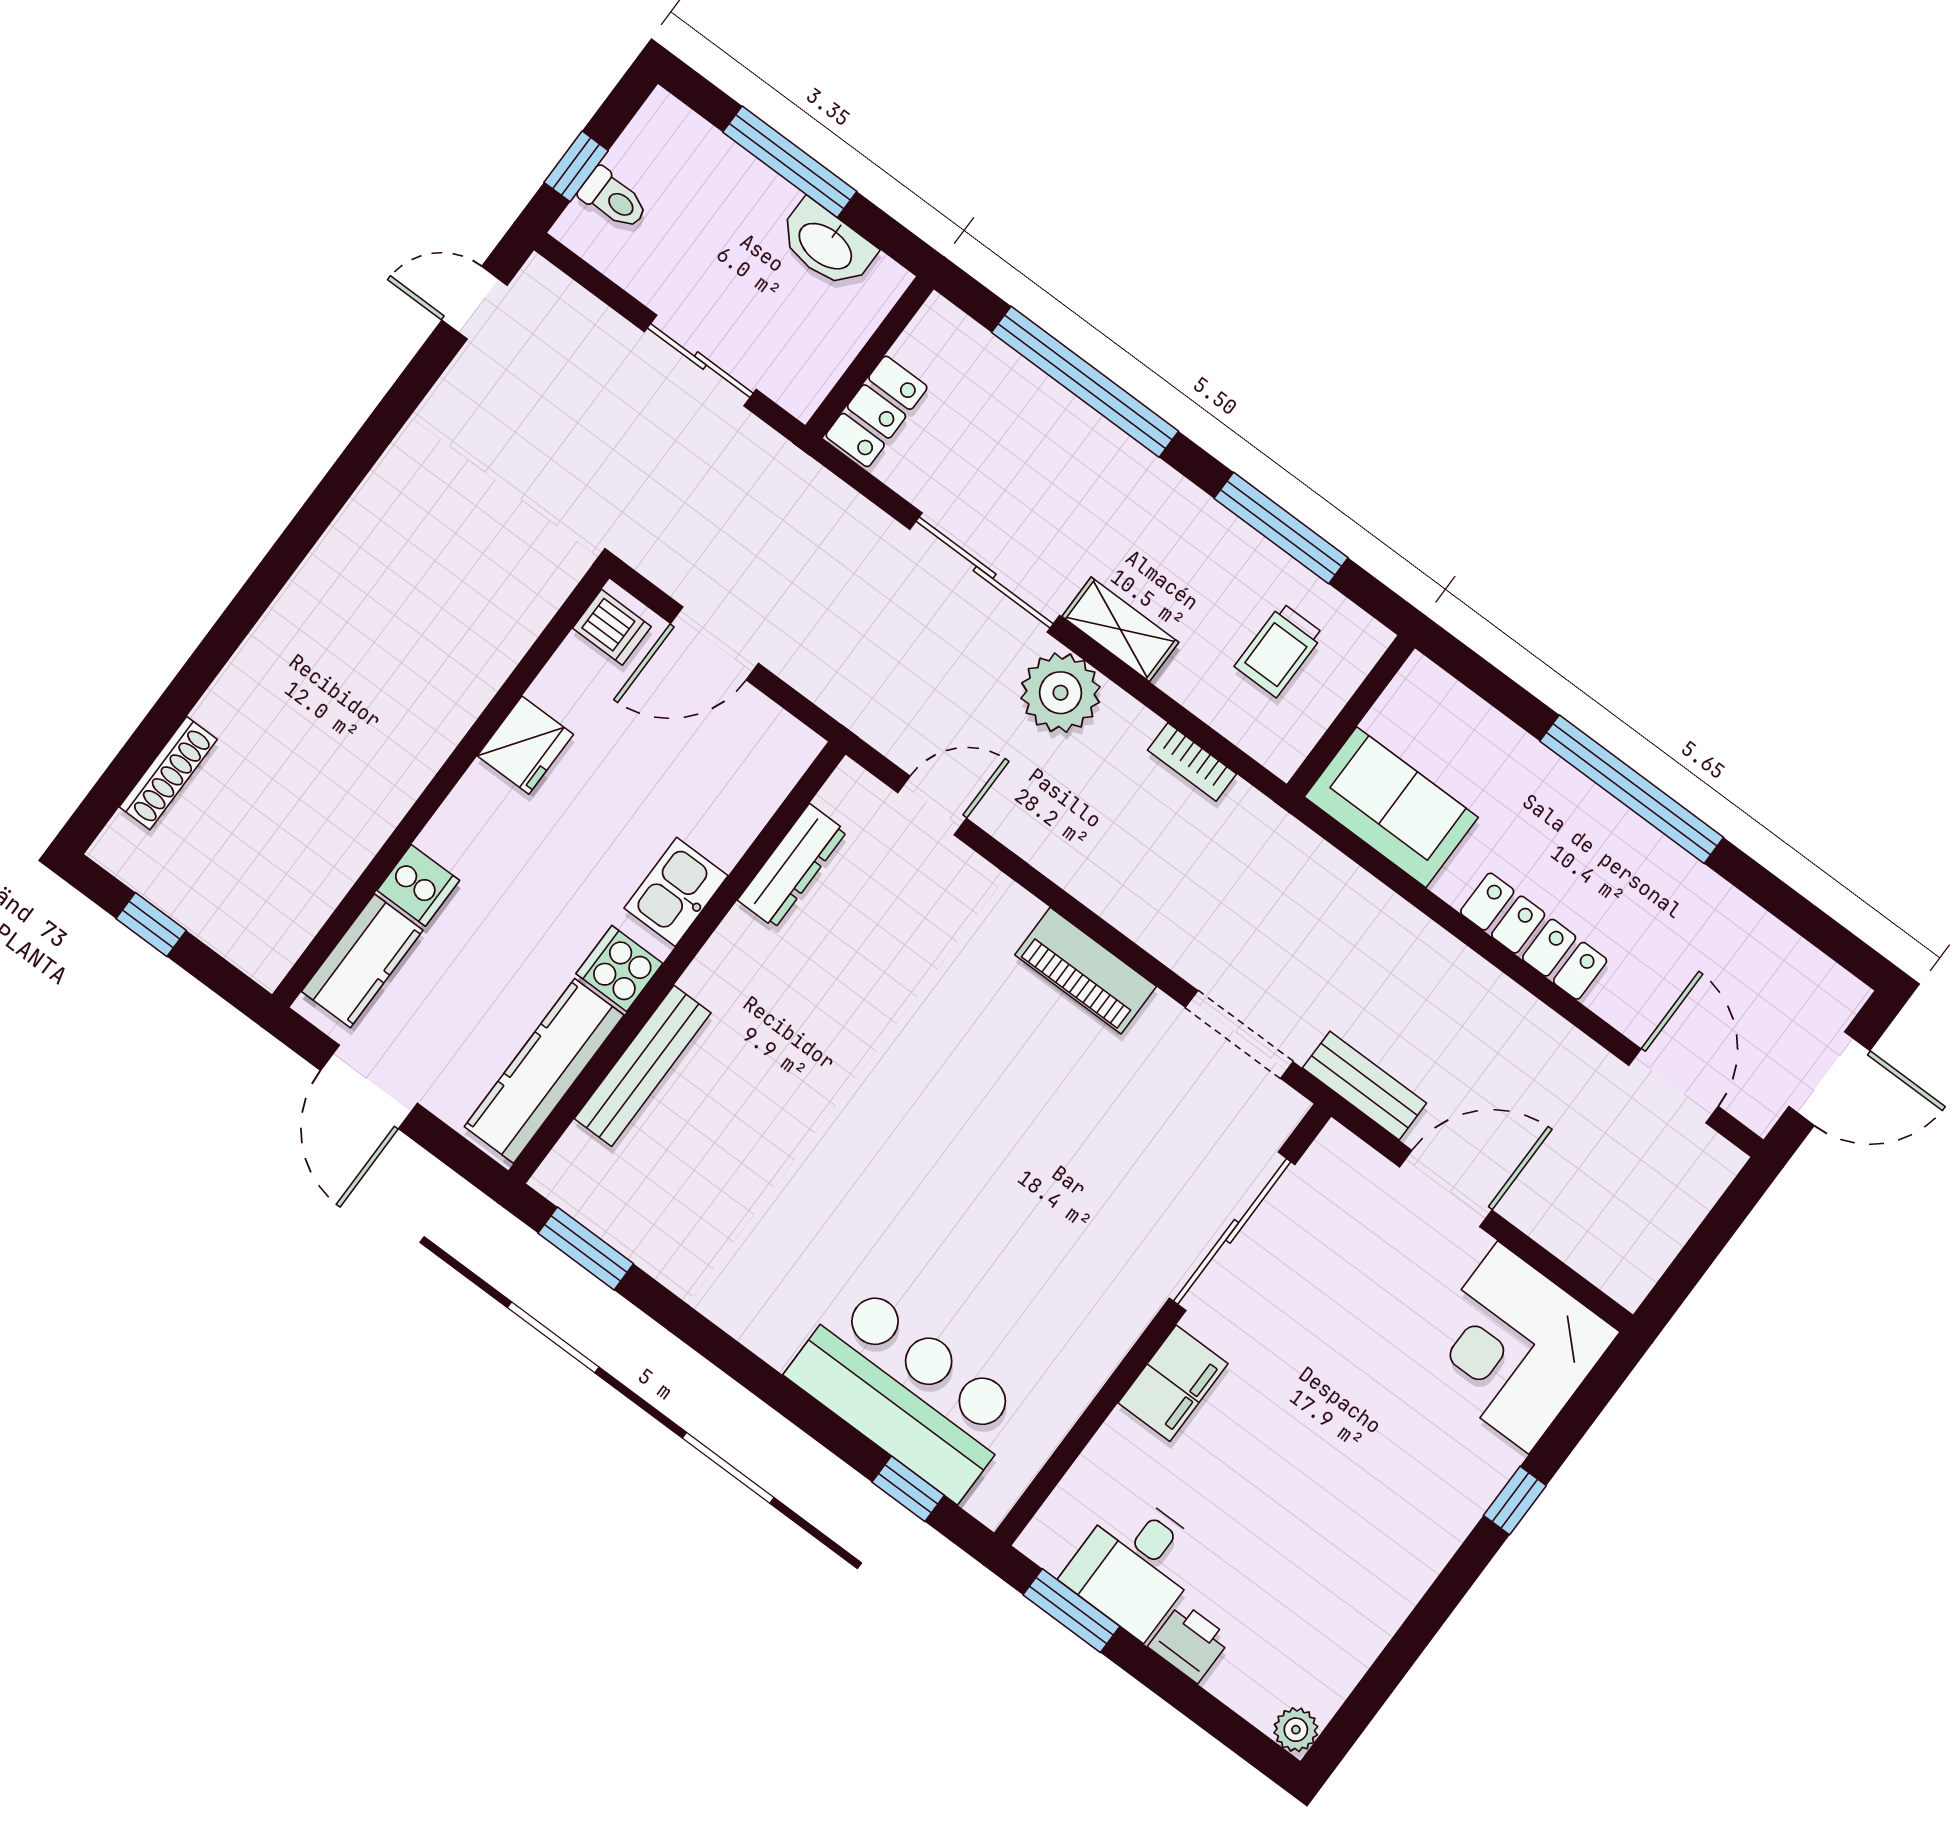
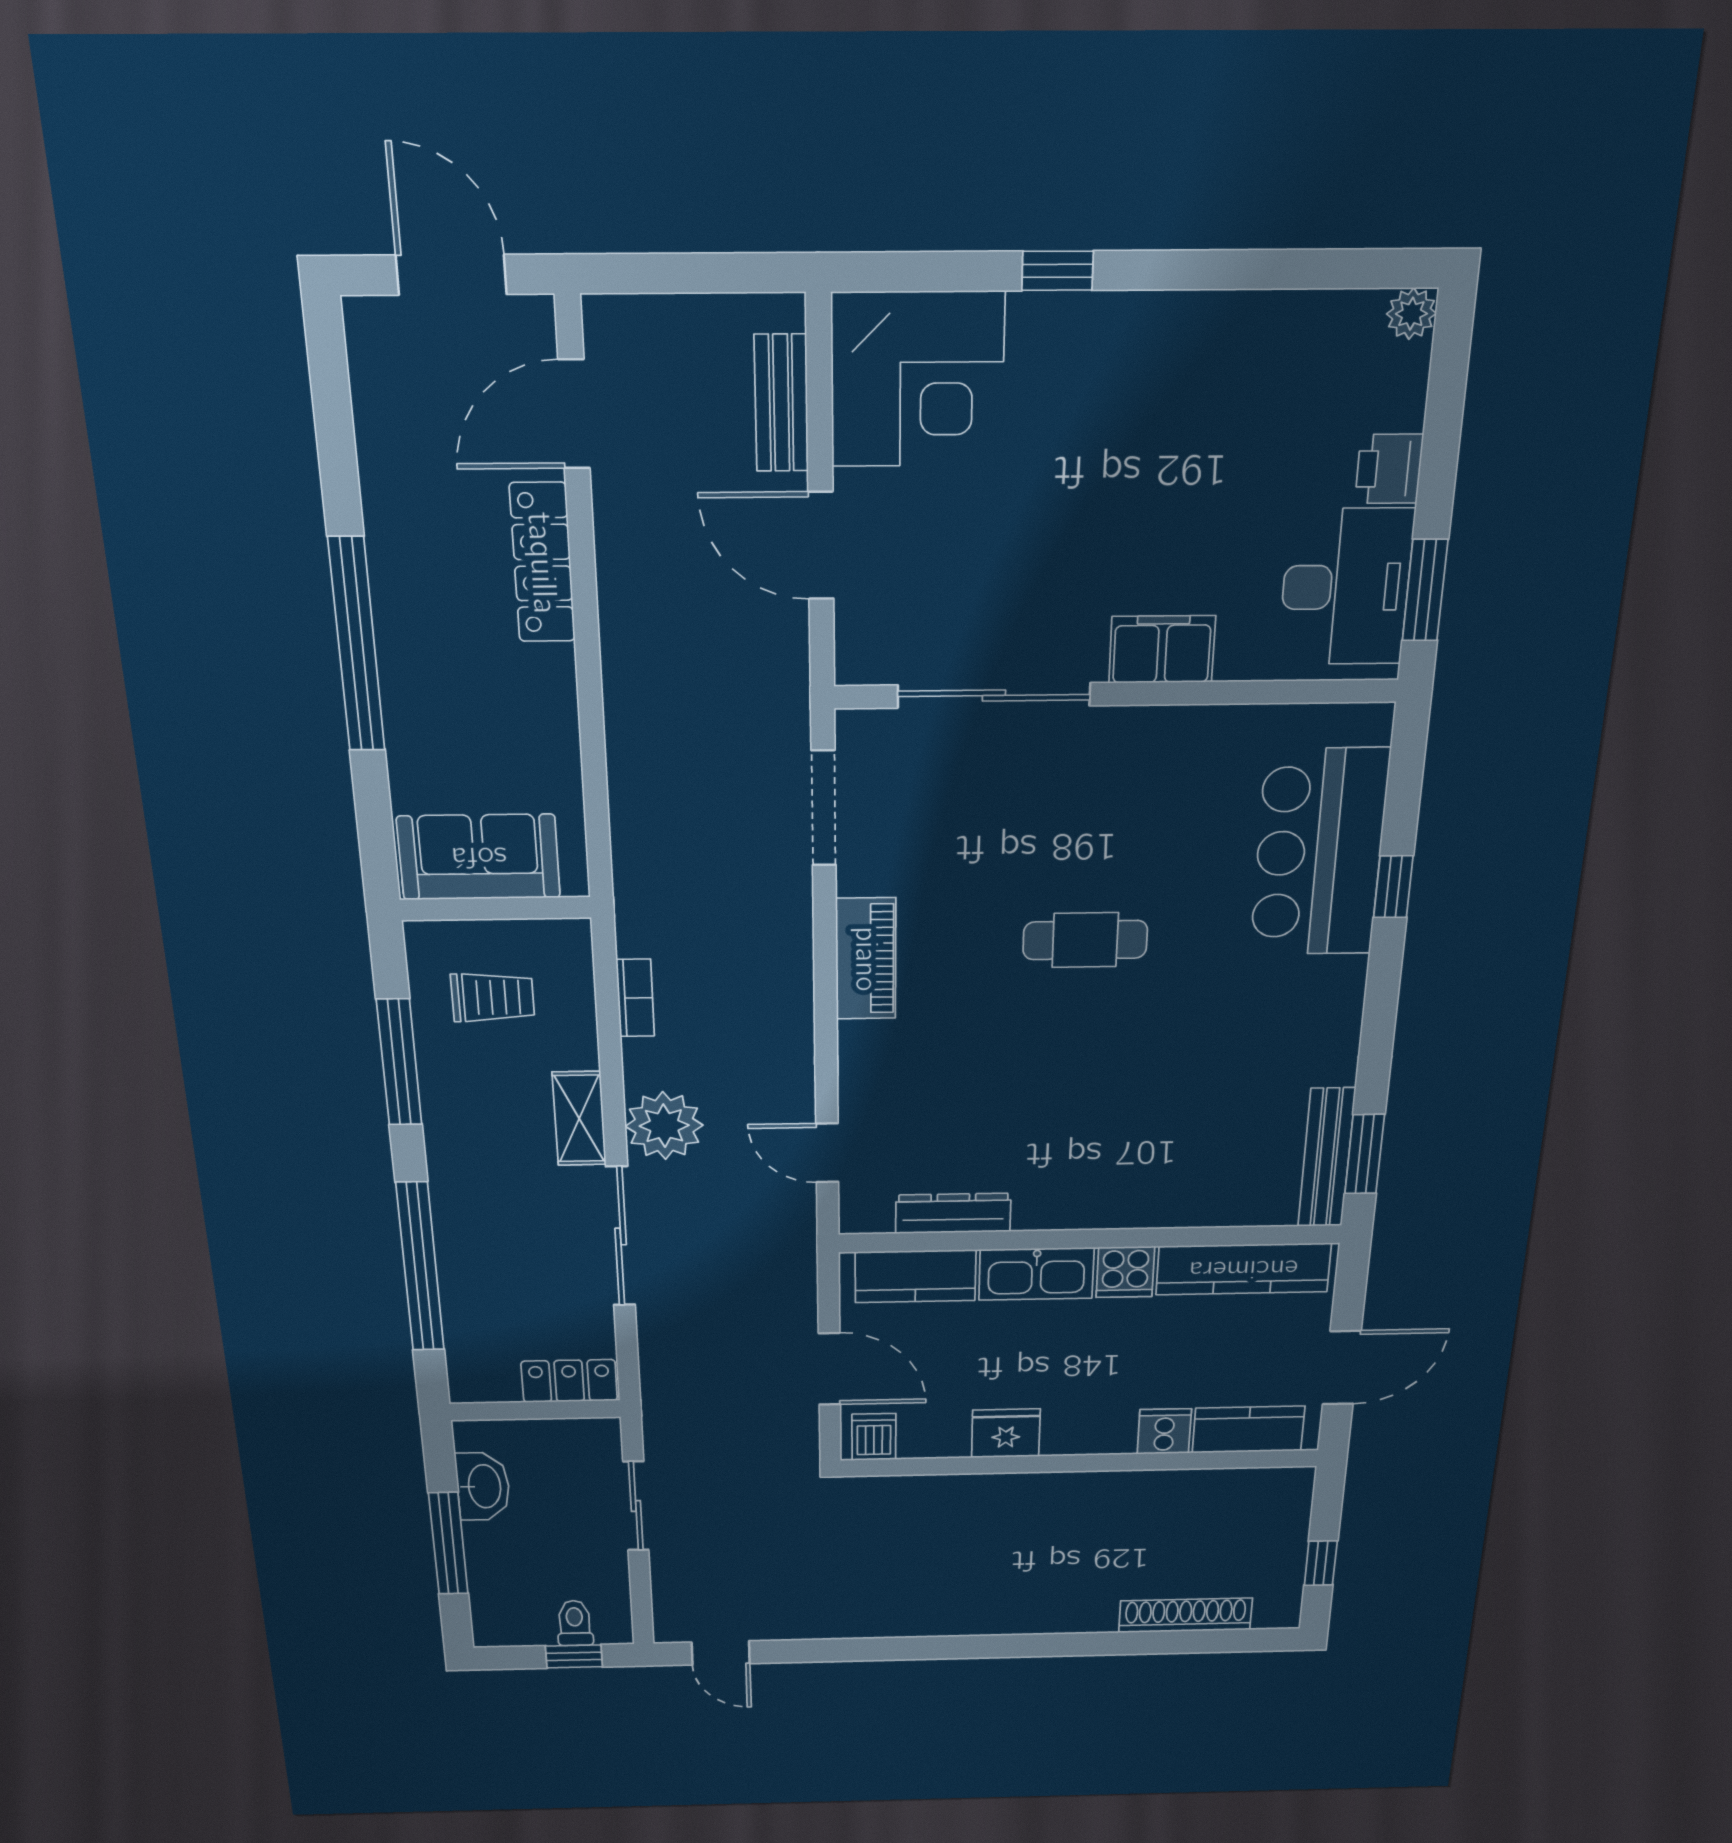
shoe rack: (168, 773) -> (1185, 1615), width x1.36, depth x1.24
kitchen counter: (753, 788) -> (915, 1276), added
sofa: (1391, 807) -> (479, 857), moved, turned 90
kitchen sink: (676, 892) -> (1036, 1274), width x1.38
locker: (1534, 936) -> (542, 563), moved
bench: (643, 1066) -> (1327, 1158), moved, turned 90
bench: (1364, 1086) -> (781, 403), moved
cafe table: (969, 1156) -> (1085, 940), added
window: (908, 1489) -> (1393, 887), moved
desk: (1135, 1565) -> (1346, 587), width x1.37

